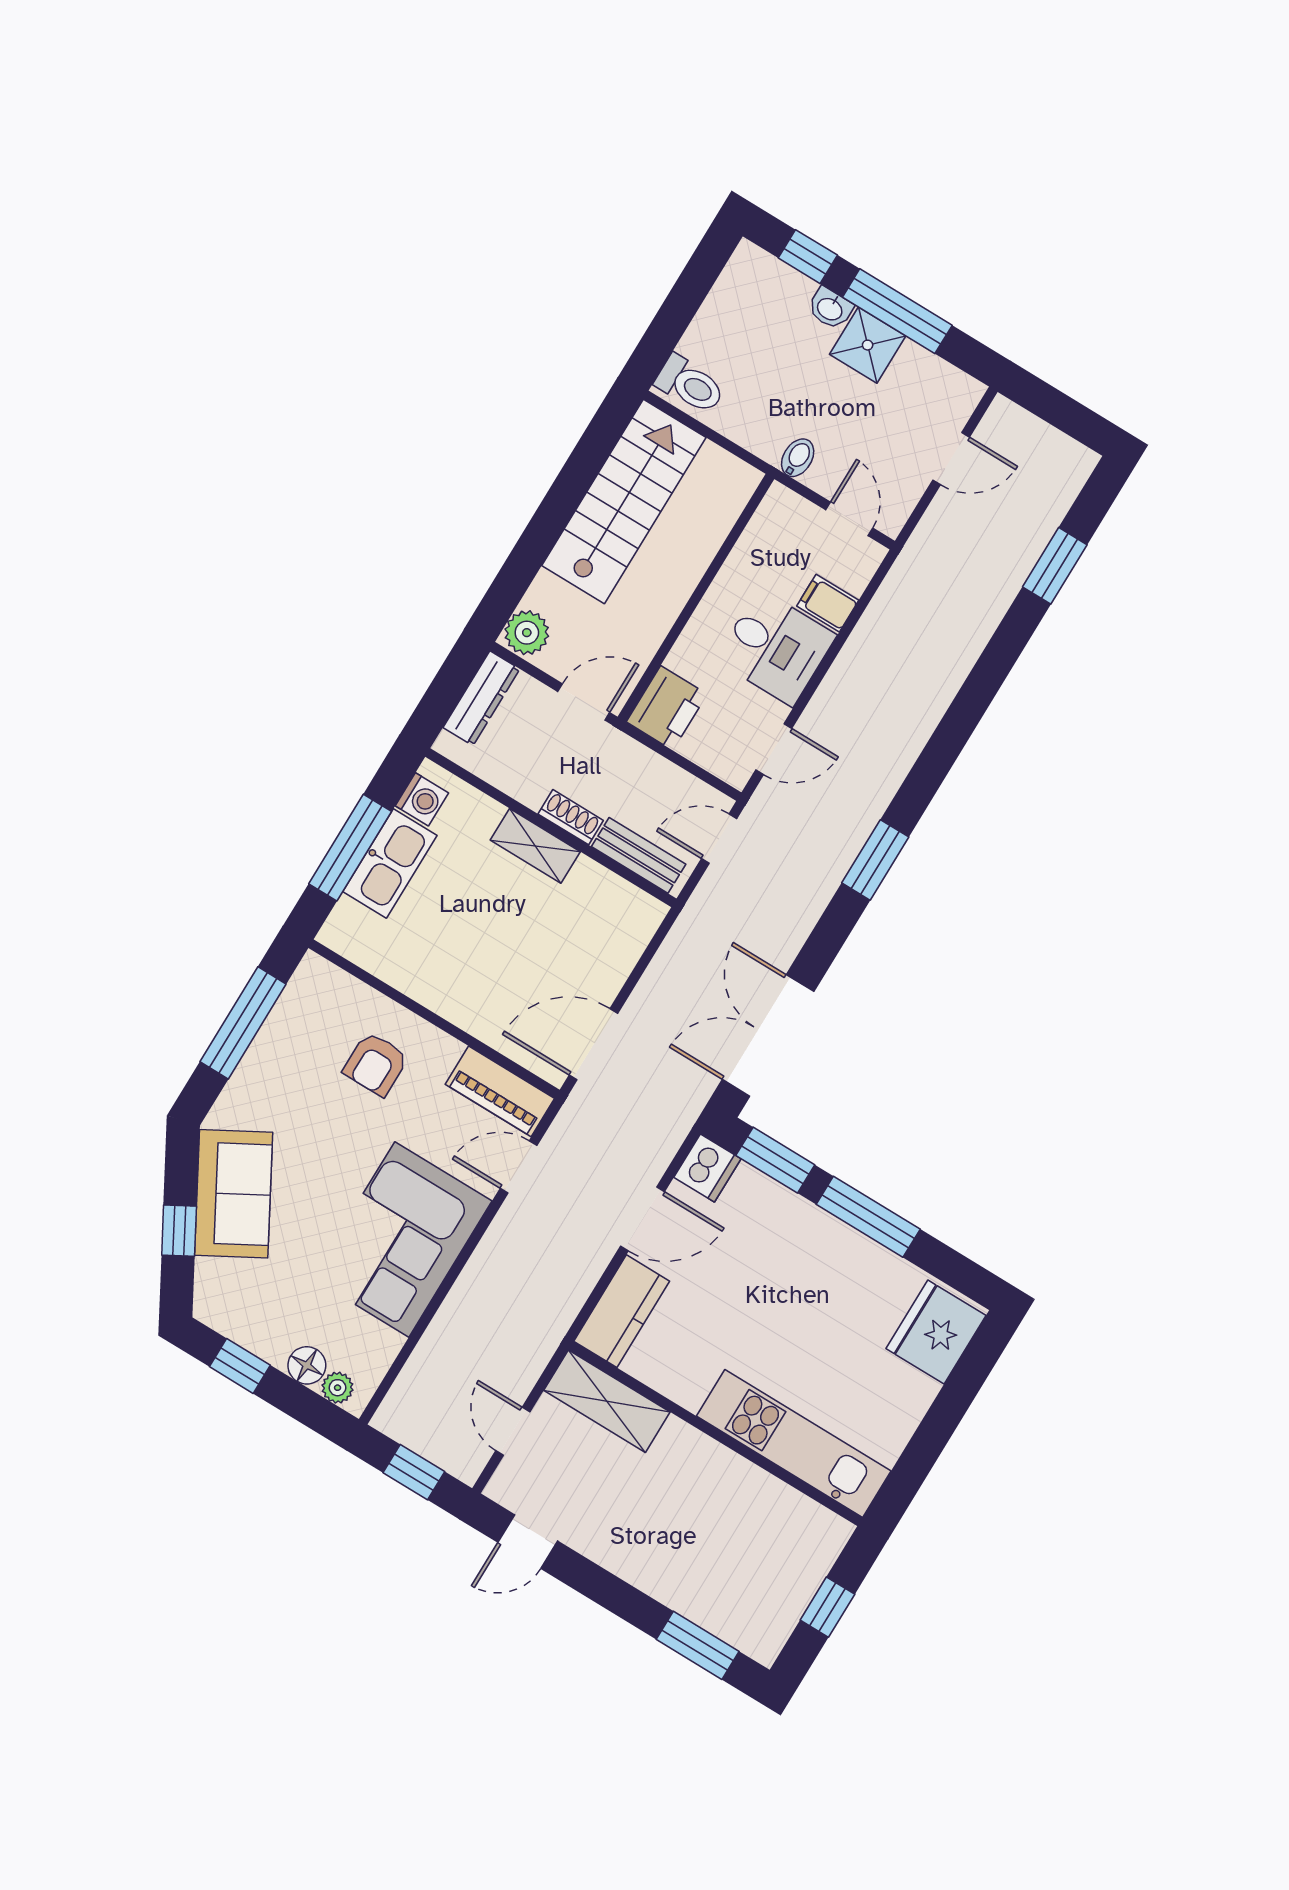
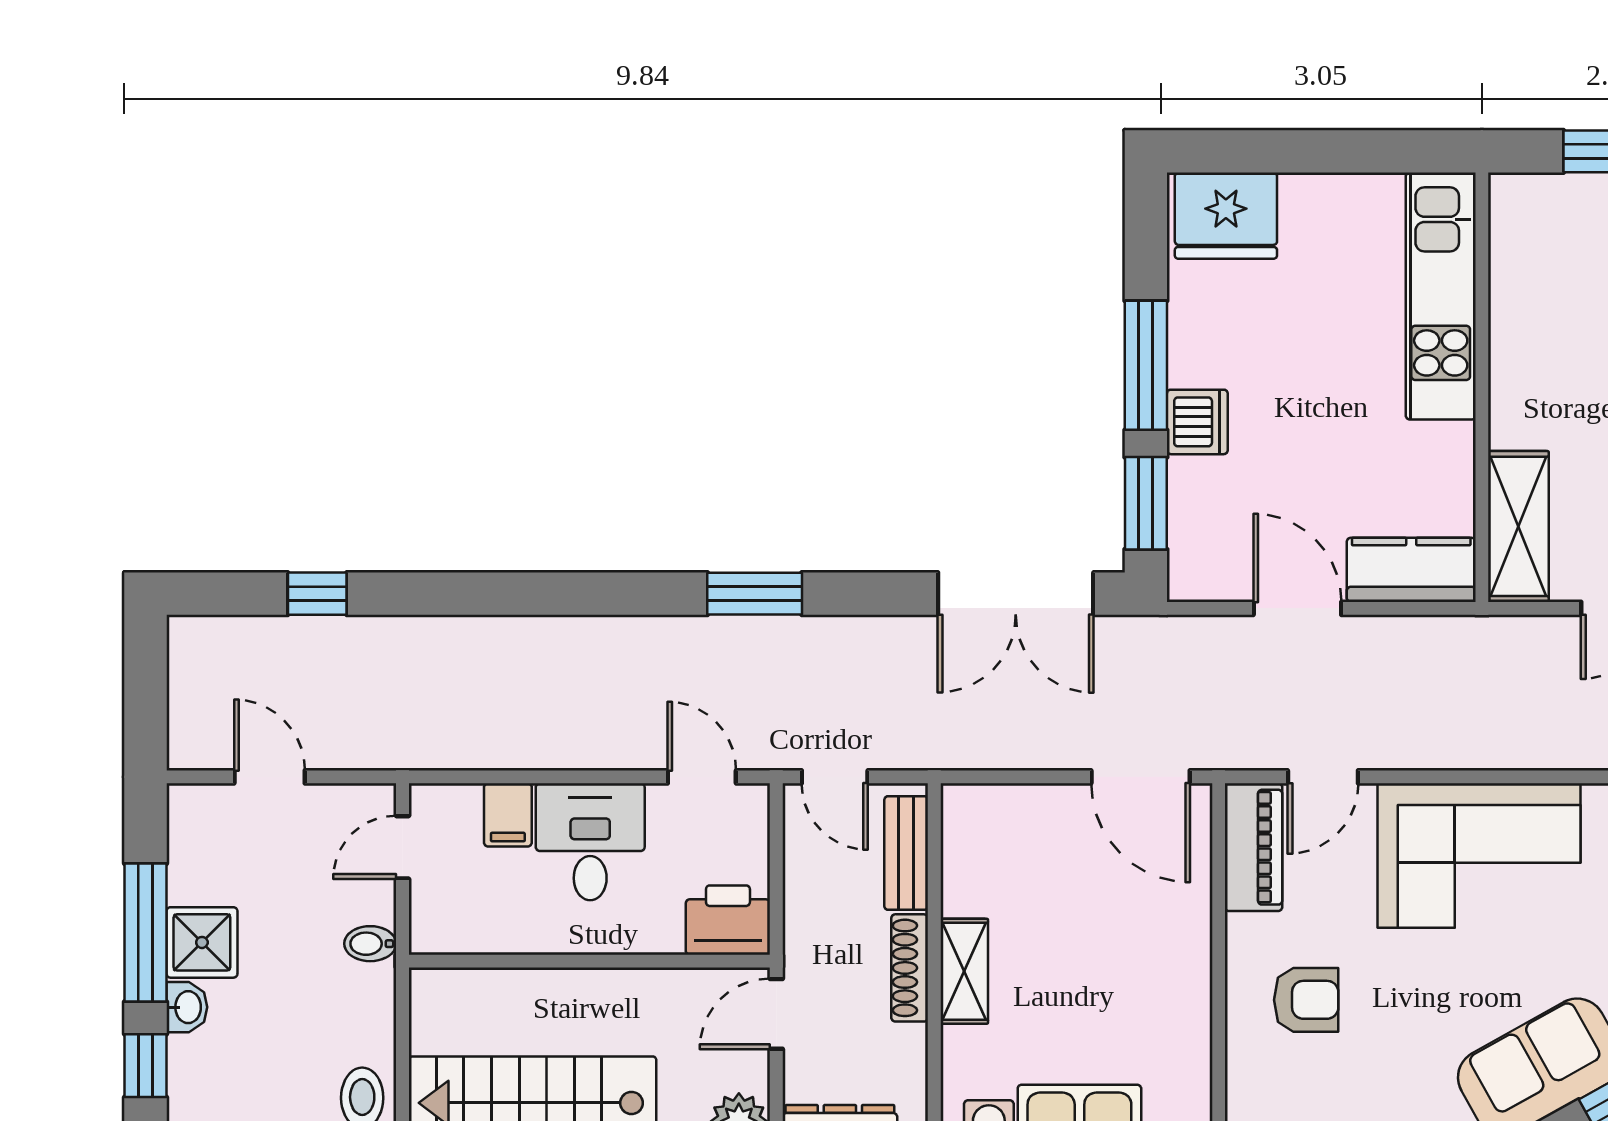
window: (1055, 566) -> (317, 594), width x0.67
door: (584, 702) -> (776, 1014), hinge flipped
shoe rack: (571, 817) -> (910, 968), width x1.43
door: (519, 1167) -> (1323, 777), hinge flipped
dishwasher: (707, 1168) -> (1197, 422), moved, turned 90

